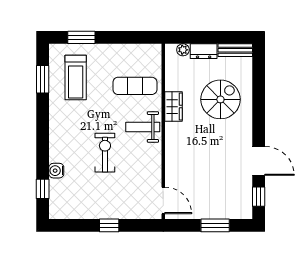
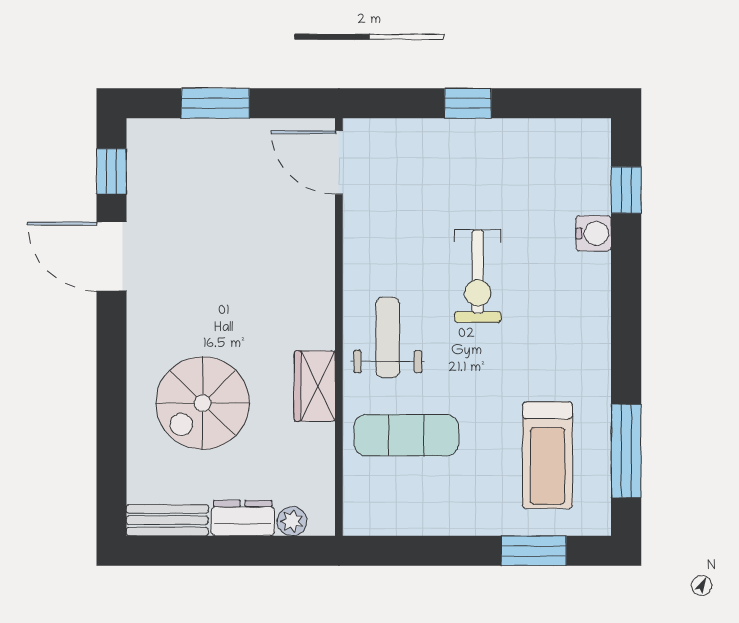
treadmill: (76, 77) -> (548, 455), turned 180
window: (43, 79) -> (626, 451), width x1.44
weight bench: (143, 127) -> (388, 337), turned -90

